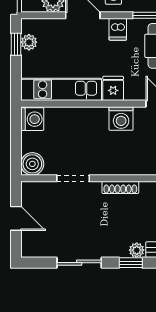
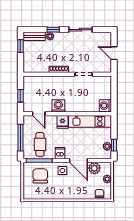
boiler: (32, 164) -> (105, 82), removed

